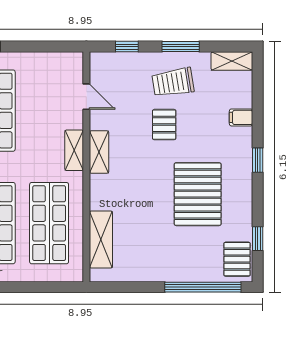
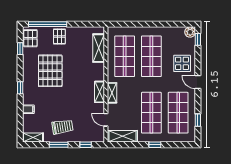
shelving: (53, 64) -> (122, 136), added
pallet: (164, 125) -> (59, 36), moved

